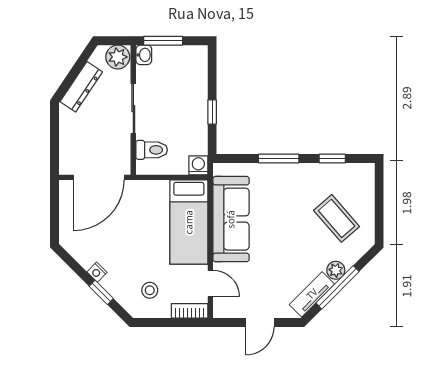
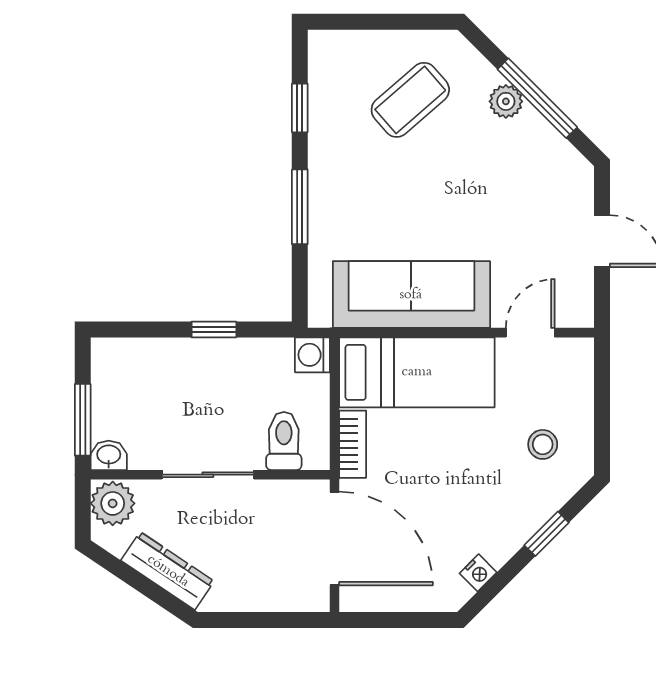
nightstand: (97, 272) -> (478, 573), moved
tv unit: (312, 294) -> (550, 146), removed
bookcase: (190, 311) -> (353, 444), moved, turned 180

